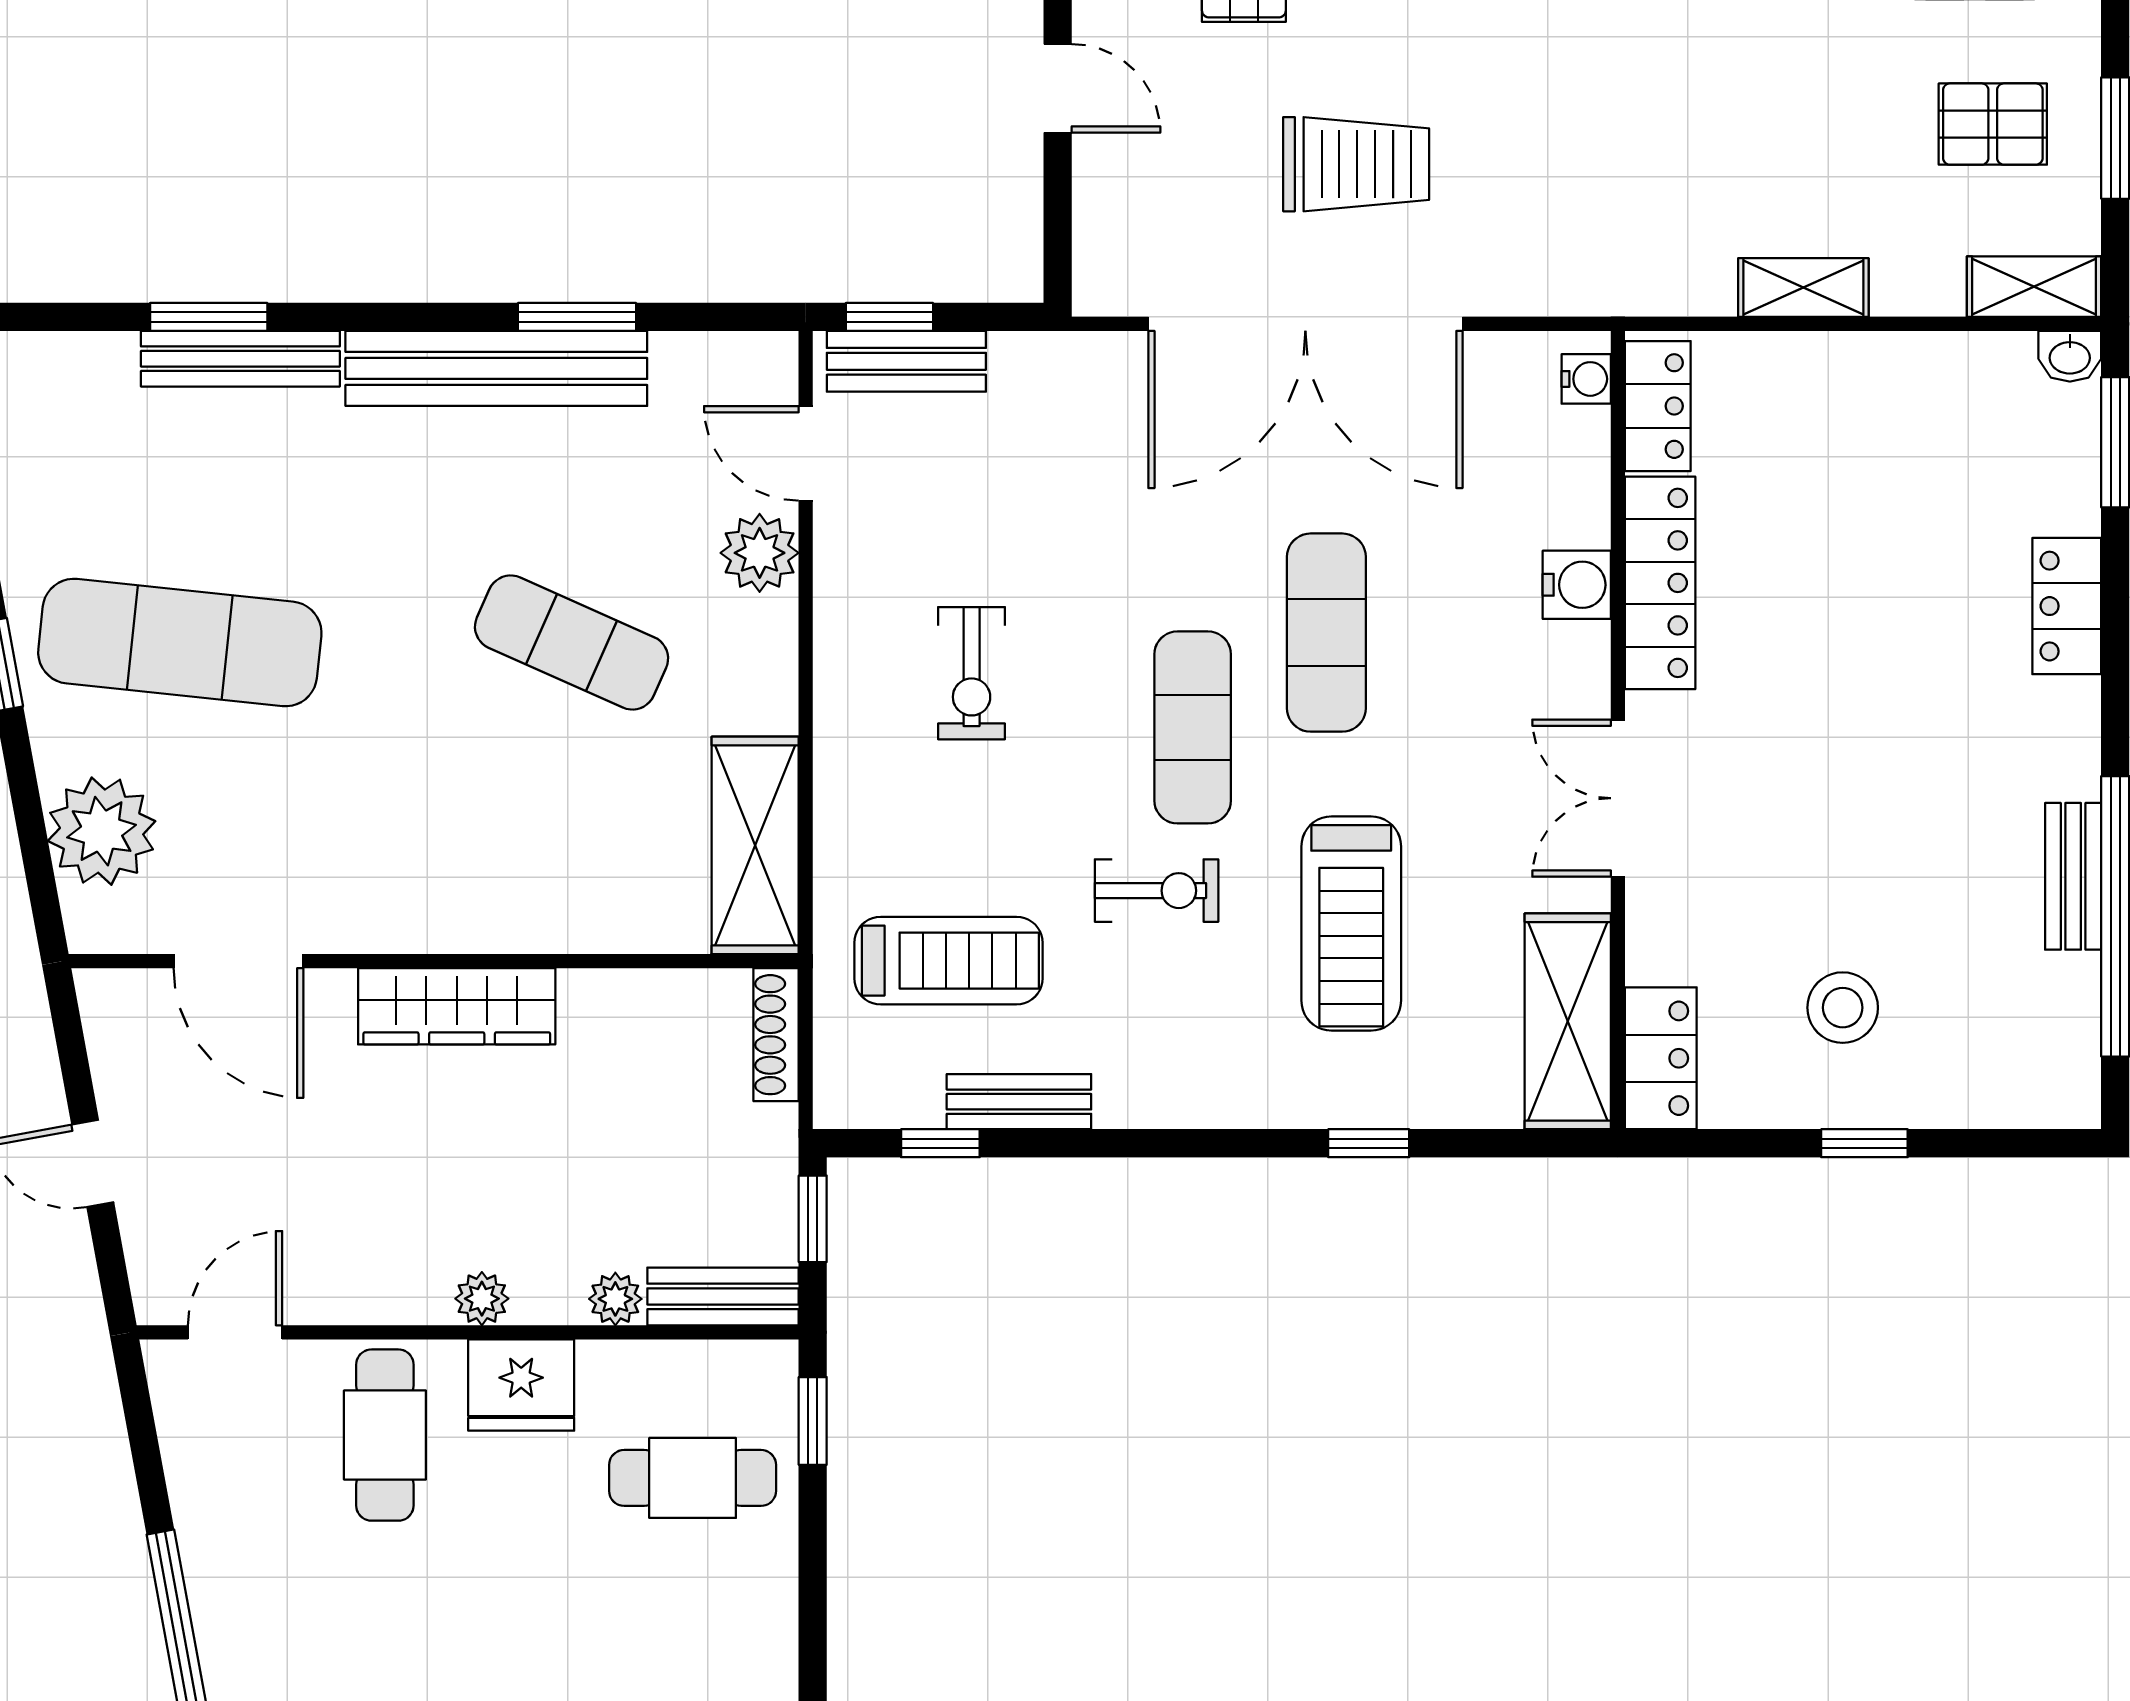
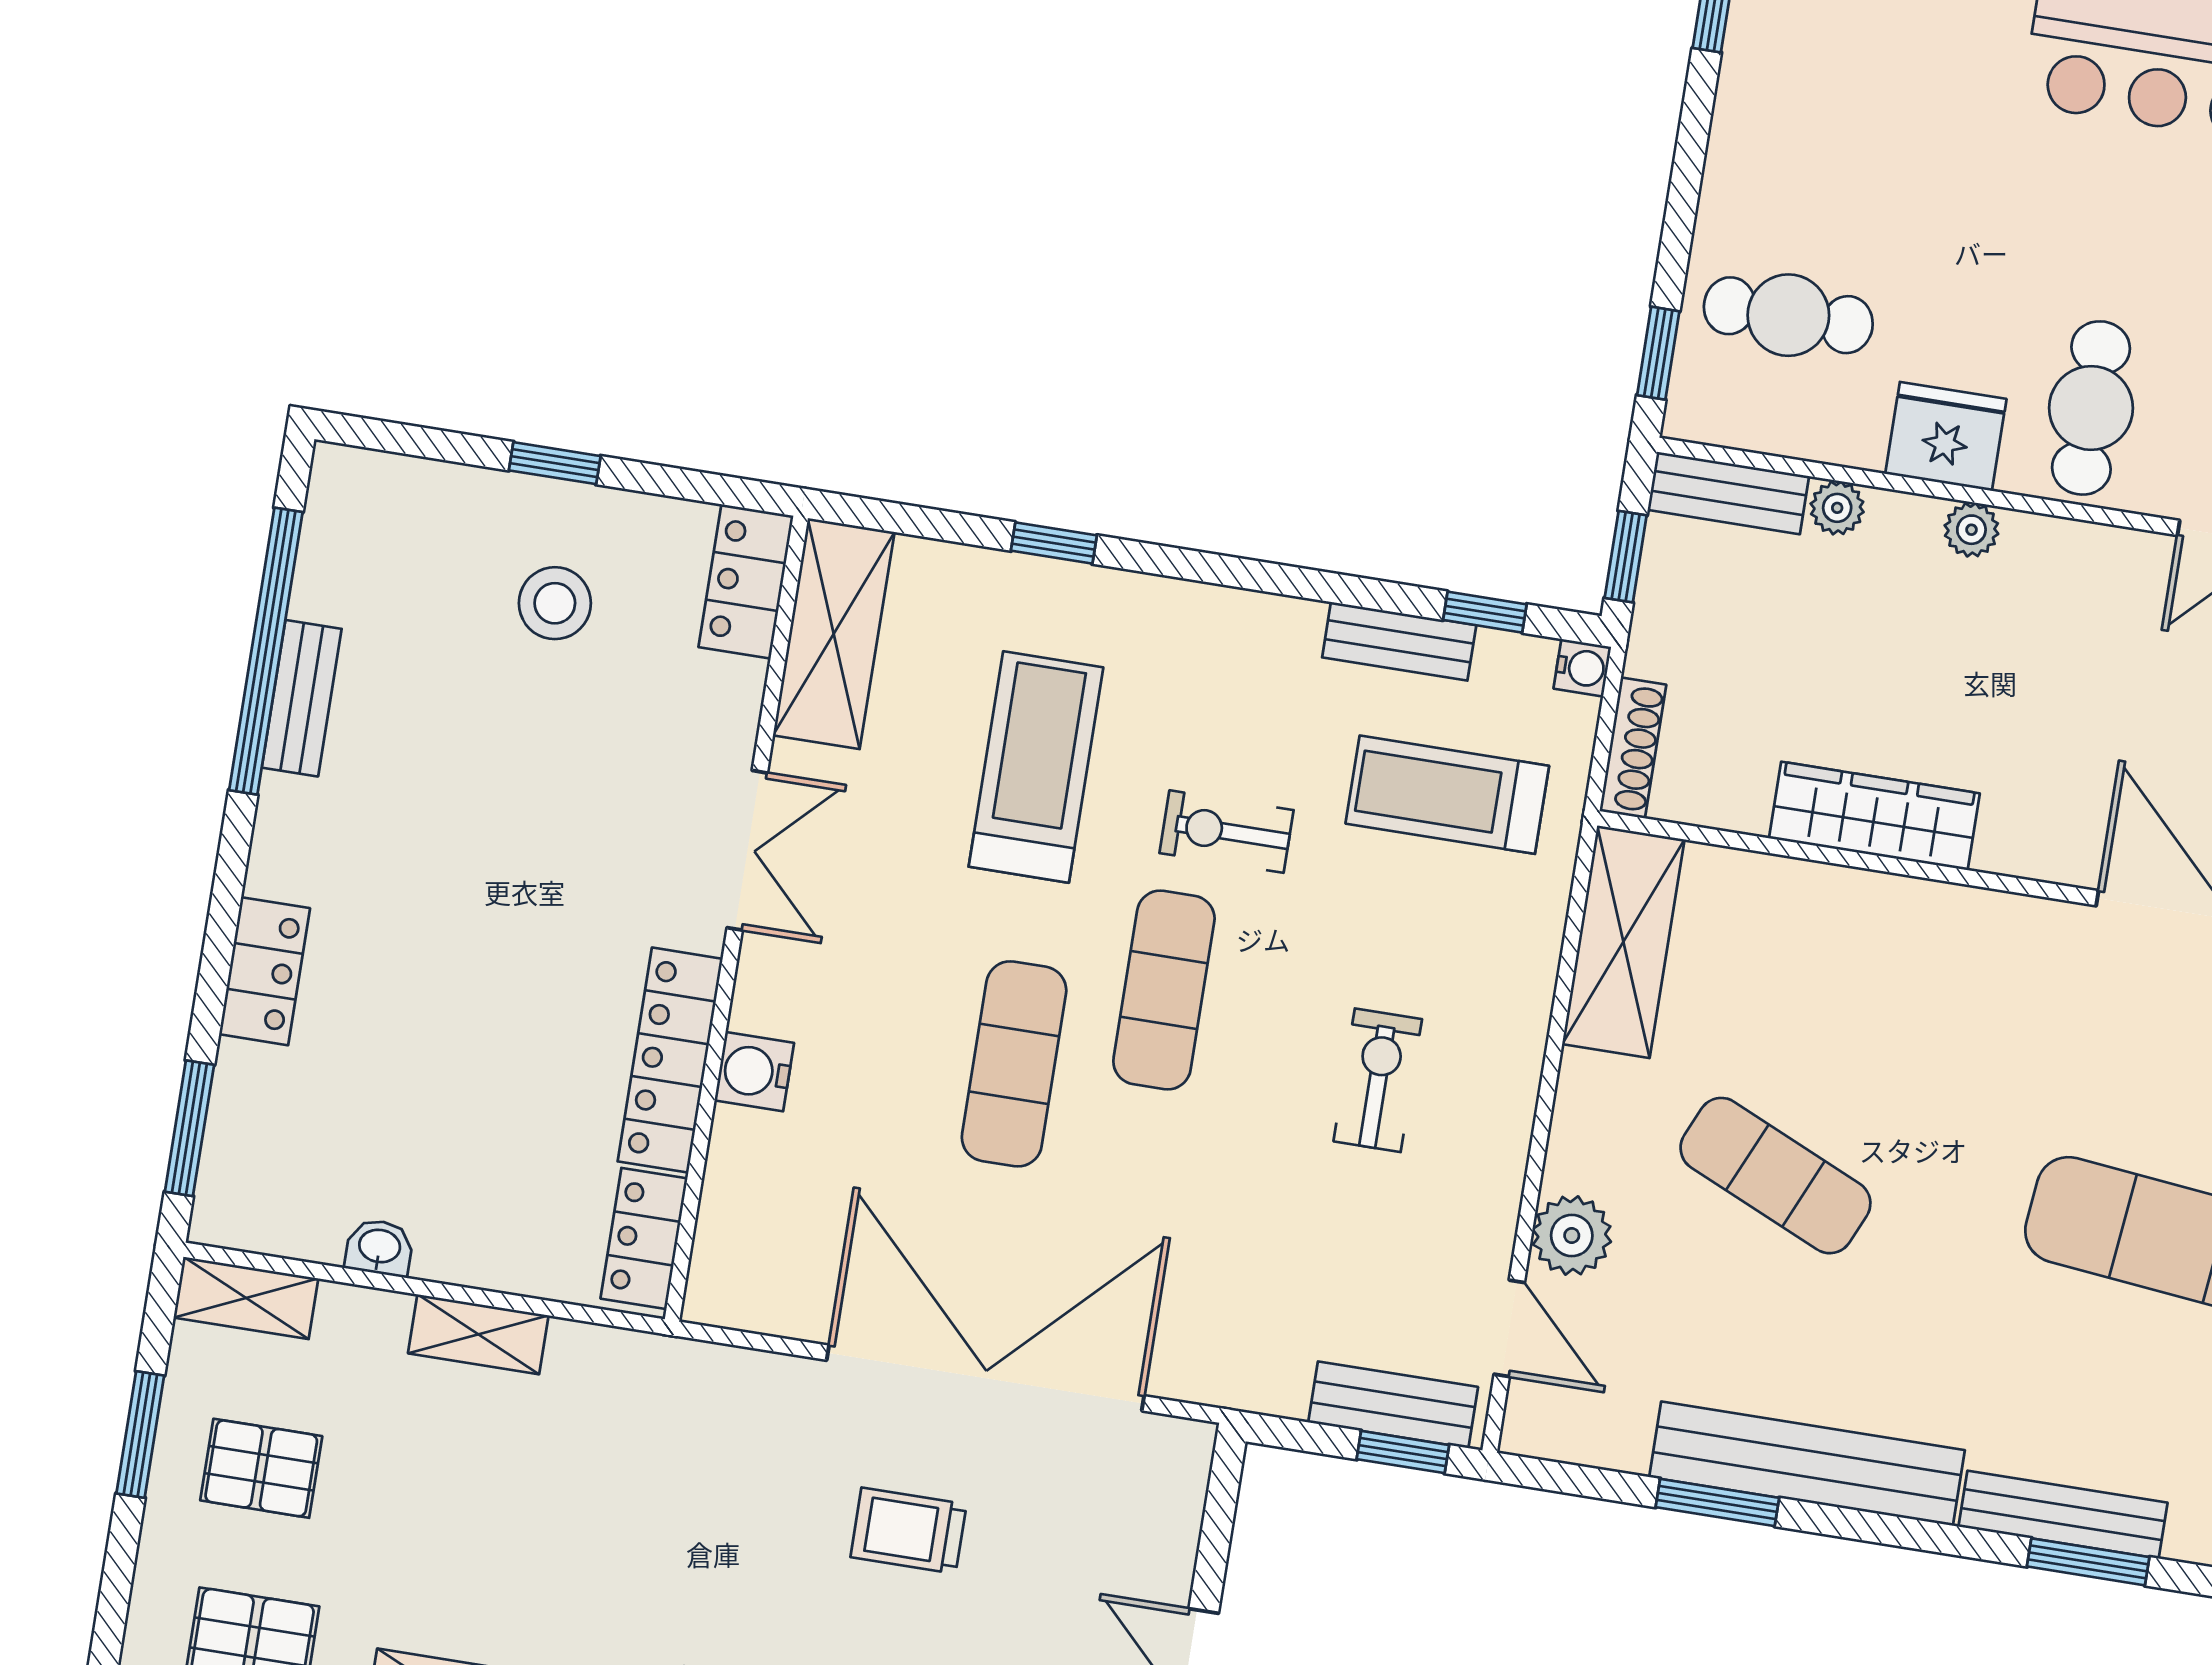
trolley: (1356, 164) -> (909, 1531), width x0.73, depth x0.72
washbasin: (2070, 356) -> (379, 1247), moved
water cooler: (1586, 379) -> (1582, 668), moved, turned 180
wardrobe: (457, 1006) -> (1874, 816), moved

